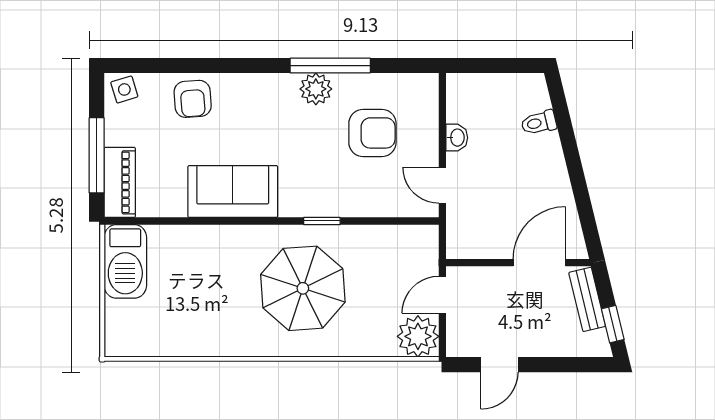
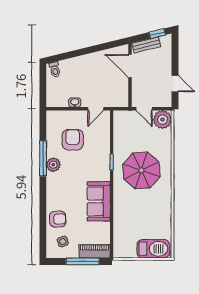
side table: (124, 89) -> (63, 241), moved
toilet: (539, 123) -> (55, 69), moved
barbecue: (125, 261) -> (153, 249), moved

